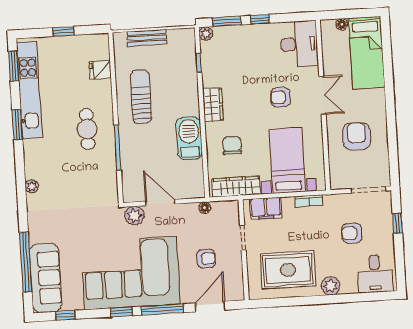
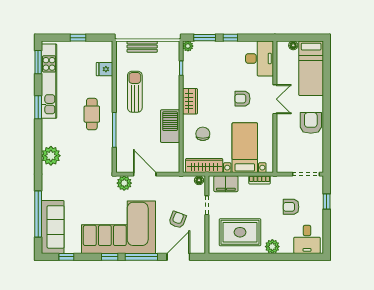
armchair: (357, 136) -> (311, 123), moved
plant: (32, 186) -> (51, 156), width x1.87, depth x1.87
floor lamp: (205, 208) -> (199, 180), moved
armchair: (206, 259) -> (177, 220), turned -69

